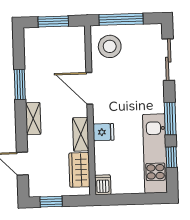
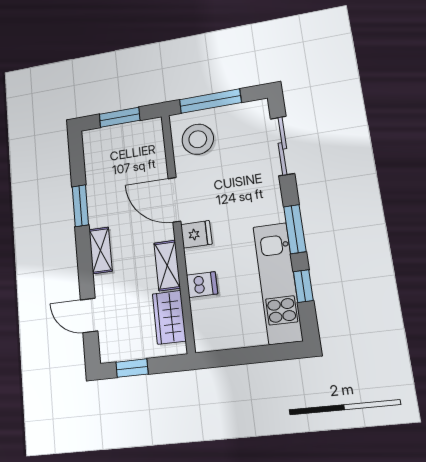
fridge: (103, 132) -> (196, 234), moved
dishwasher: (103, 185) -> (202, 285), moved, turned 90

